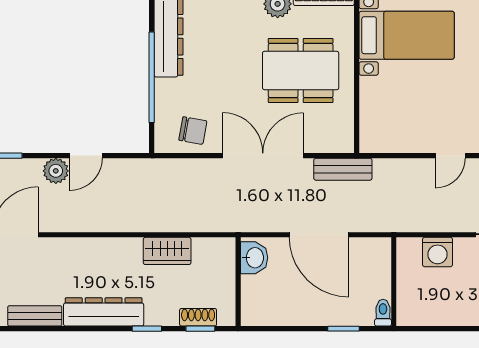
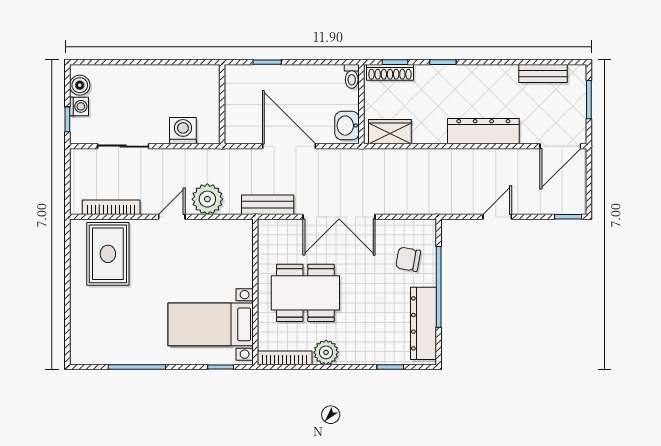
chair: (193, 131) -> (408, 259), moved
plant: (56, 171) -> (207, 199), moved, width x1.36, depth x1.36
wardrobe: (167, 251) -> (390, 132), moved
dresser: (104, 312) -> (483, 131), moved, turned 180
toilet: (383, 313) -> (352, 76), moved
shoe rack: (198, 317) -> (390, 72), width x1.43

